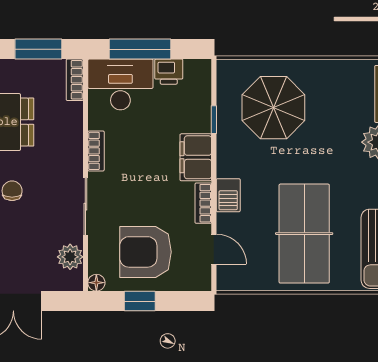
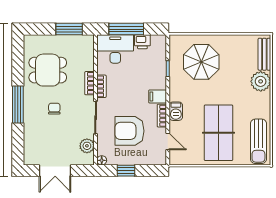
bookcase: (75, 80) -> (90, 83), moved
filing cabinet: (196, 157) -> (158, 96), width x0.50
armchair: (145, 252) -> (129, 131), moved

